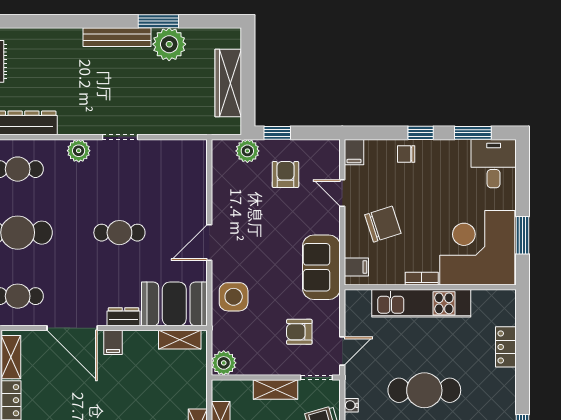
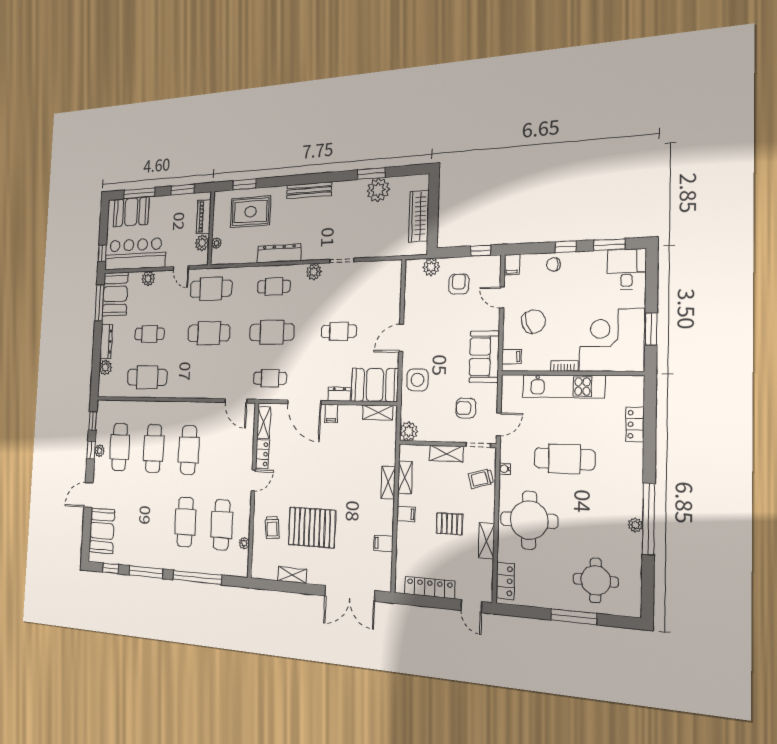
bench: (117, 37) -> (309, 190), moved
window: (277, 133) -> (481, 251), moved

